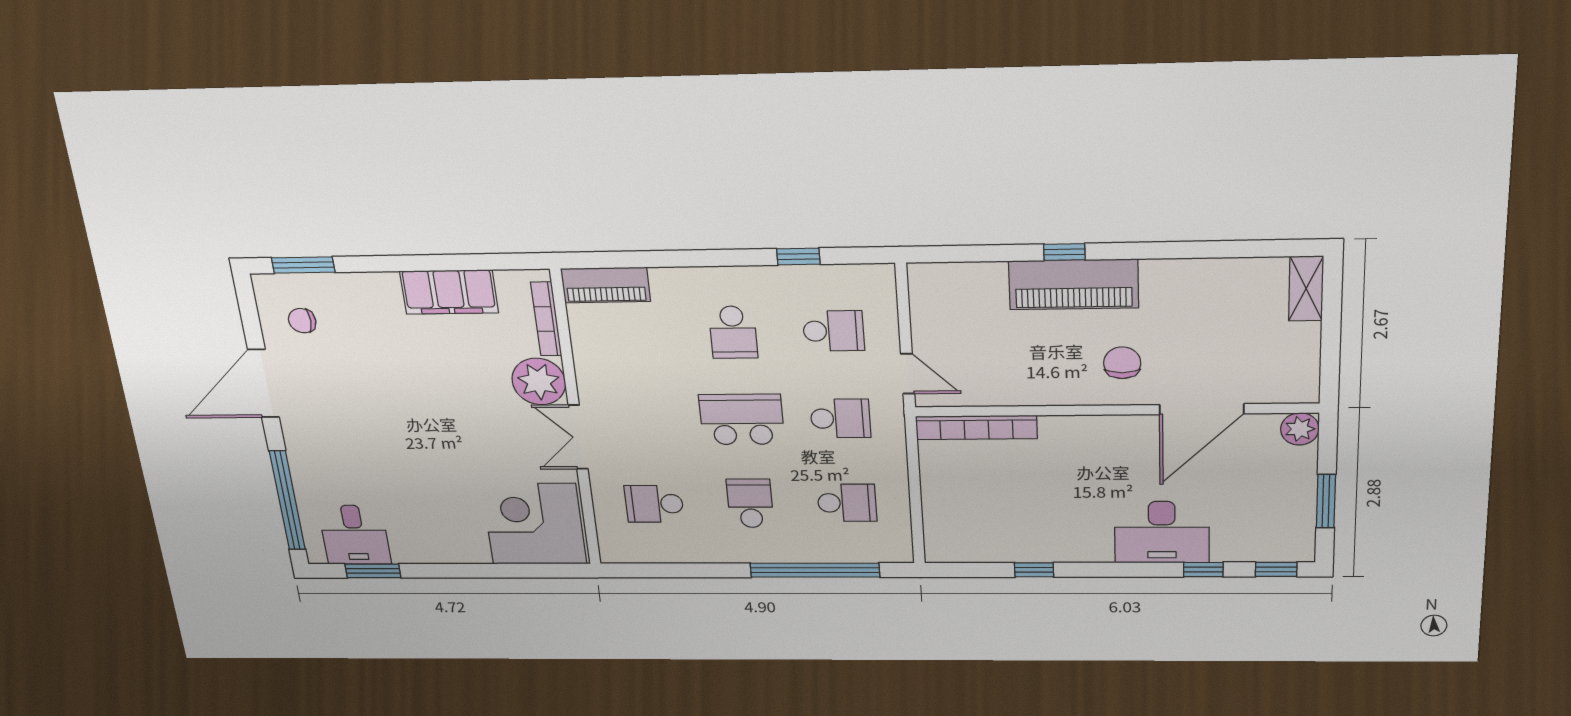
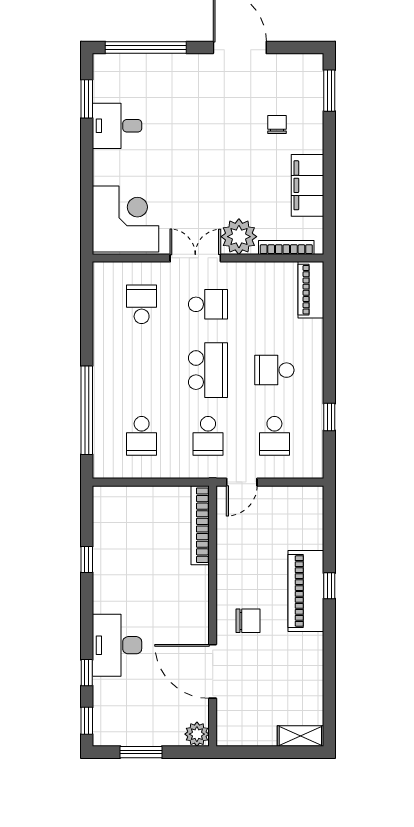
chair: (302, 321) -> (277, 124), moved
school desk: (750, 503) -> (208, 304), moved
desk: (355, 535) -> (117, 126), moved

